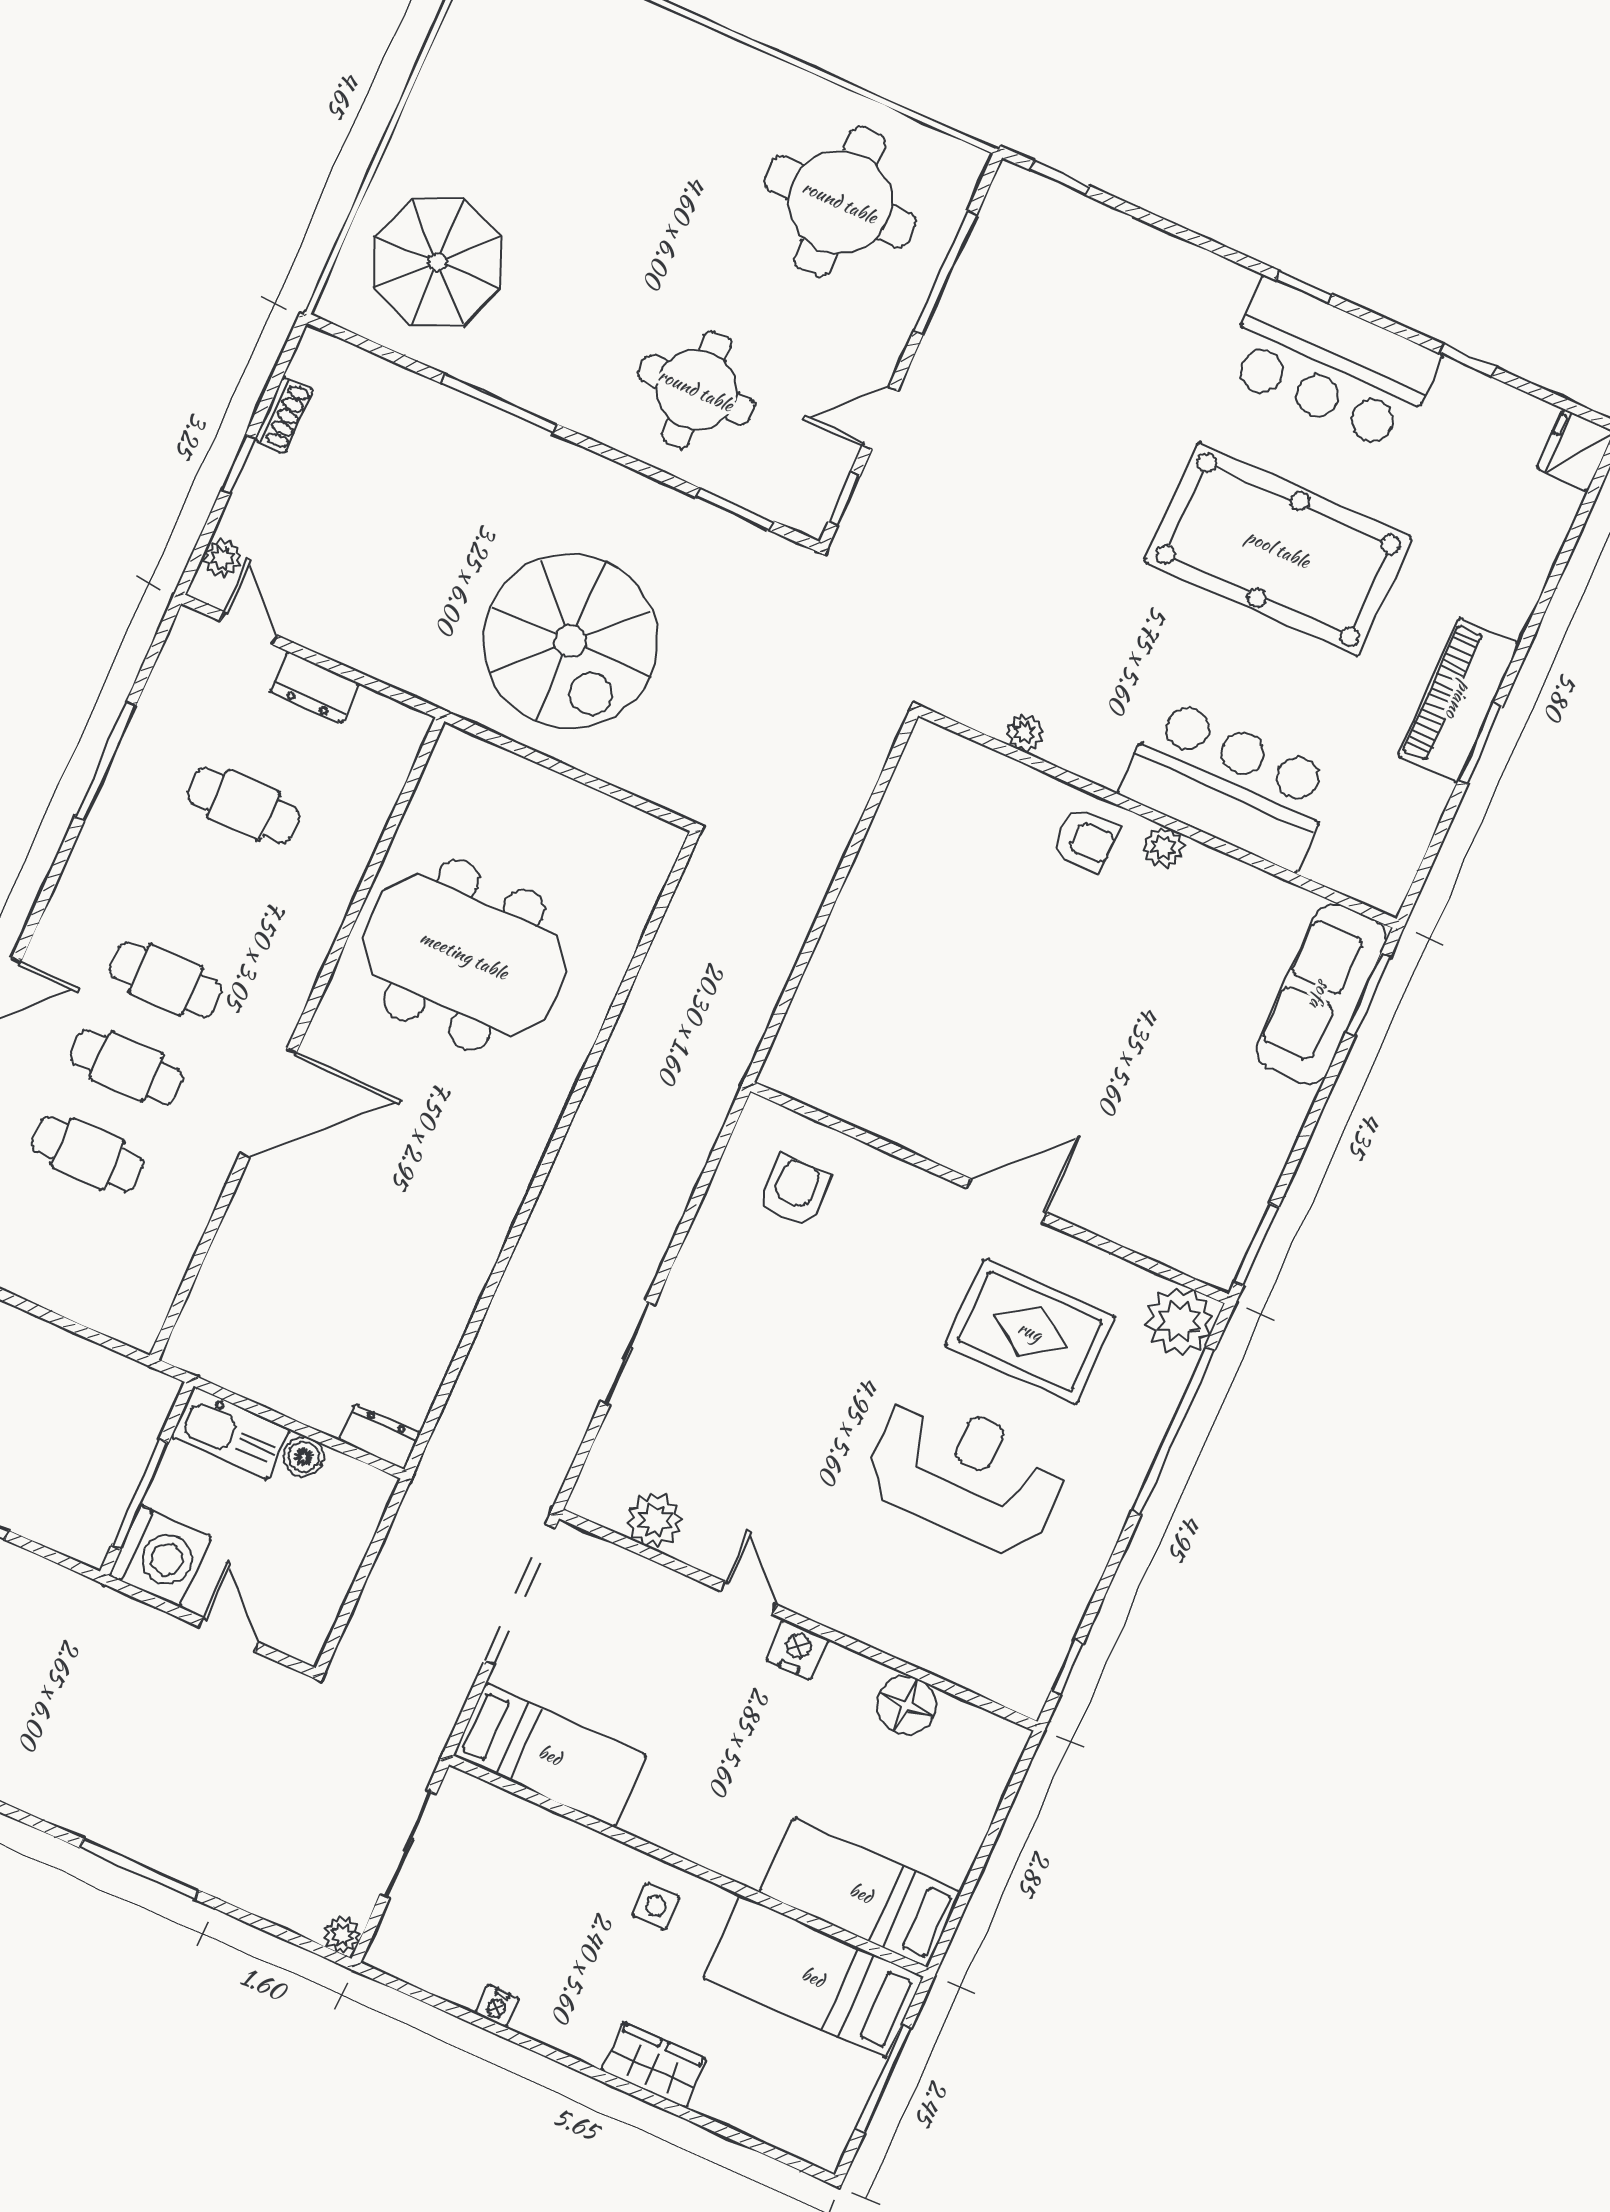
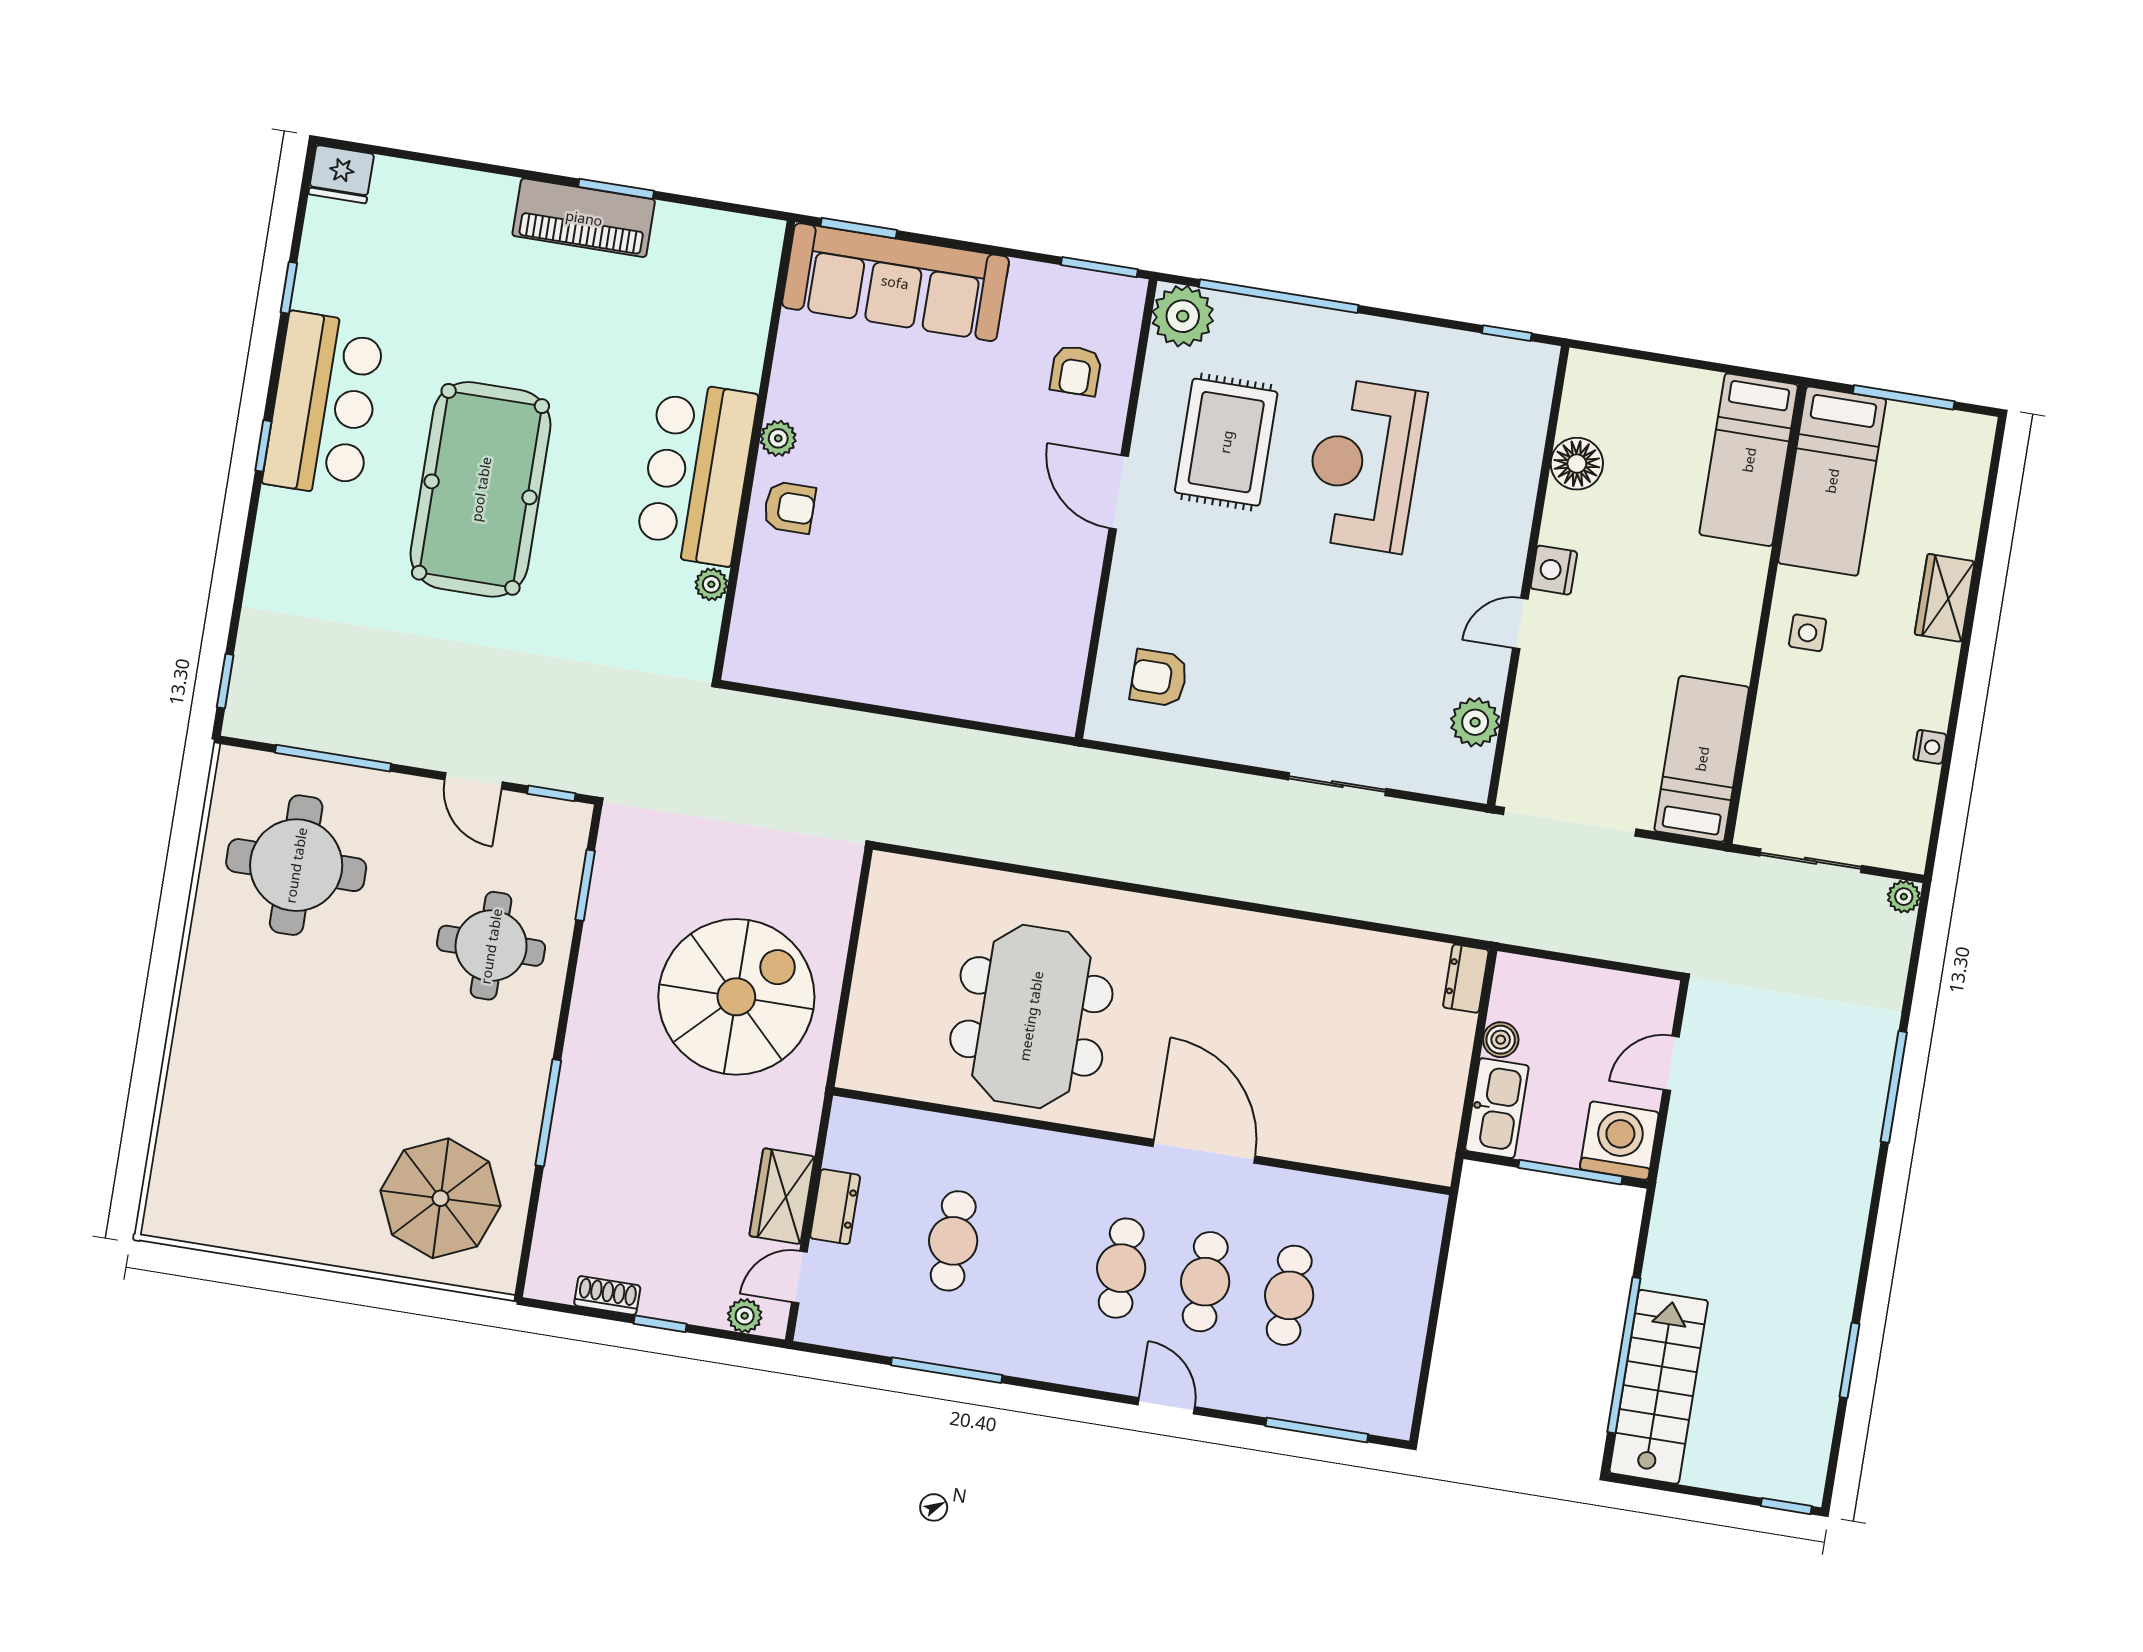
pool table: (1278, 549) -> (481, 489), moved
wardrobe: (341, 633) -> (782, 1196), added
bar counter: (1229, 784) -> (696, 473), moved
armchair: (1085, 840) -> (789, 507), turned 90
sofa: (1321, 994) -> (895, 282), width x1.36, depth x1.27
armchair: (1151, 1189) -> (1076, 370), added

